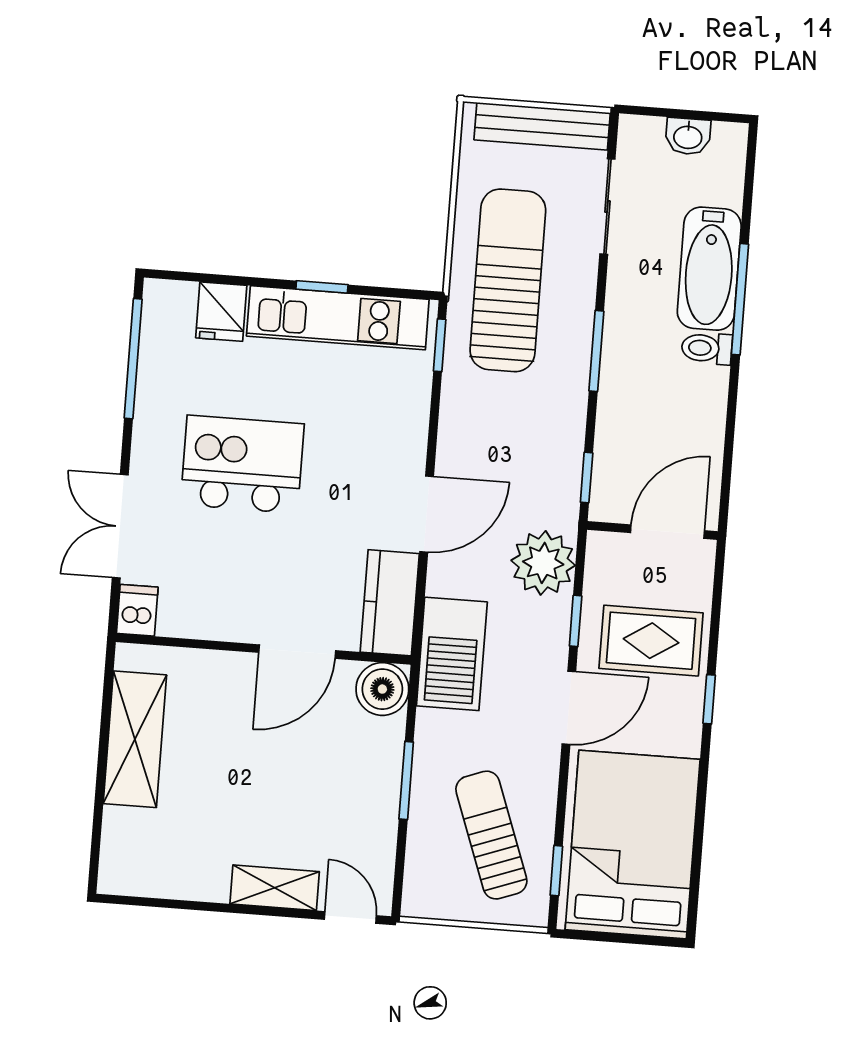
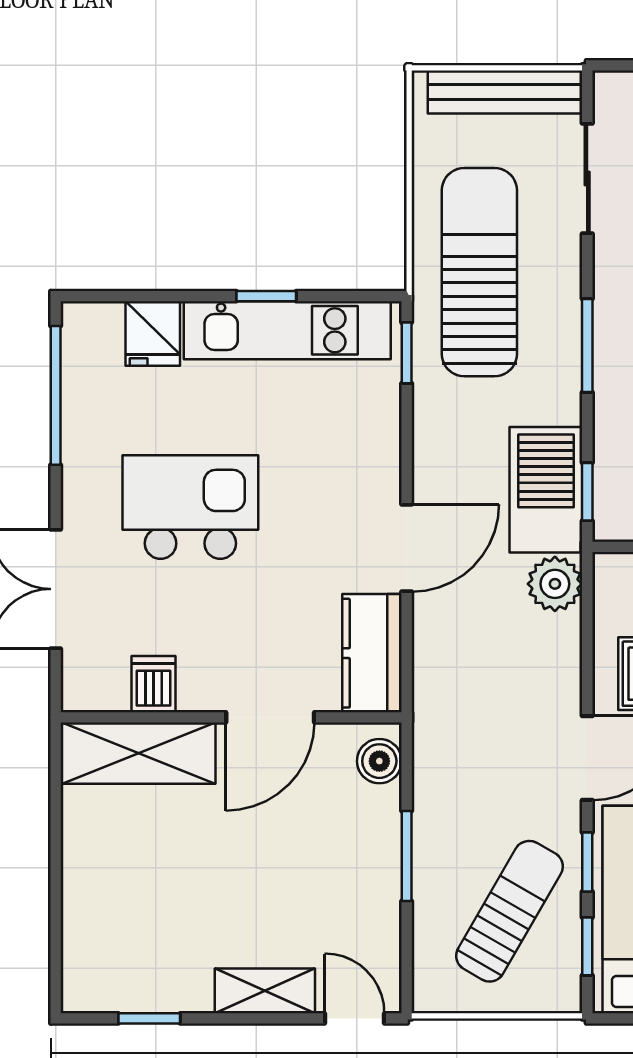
plant: (543, 563) -> (555, 584), width x0.73, depth x0.73
dishwasher: (137, 610) -> (153, 684), moved
window: (576, 621) -> (587, 862), moved
barbecue: (452, 654) -> (546, 490), moved, turned 180
boiler: (382, 689) -> (379, 761), width x0.73, depth x0.73
shelving: (135, 739) -> (139, 753), moved, turned 90
sun lounger: (491, 835) -> (509, 911), turned 50
window: (173, 904) -> (149, 1018), added

